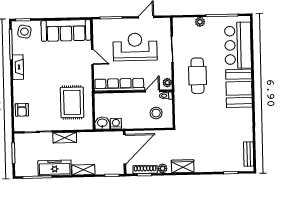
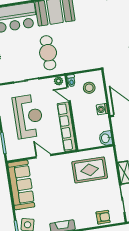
reception desk: (135, 47) -> (28, 116), turned 180
door: (92, 57) -> (43, 156), hinge flipped
cafe table: (197, 76) -> (48, 53), turned 90
washing machine: (116, 124) -> (102, 109), moved

